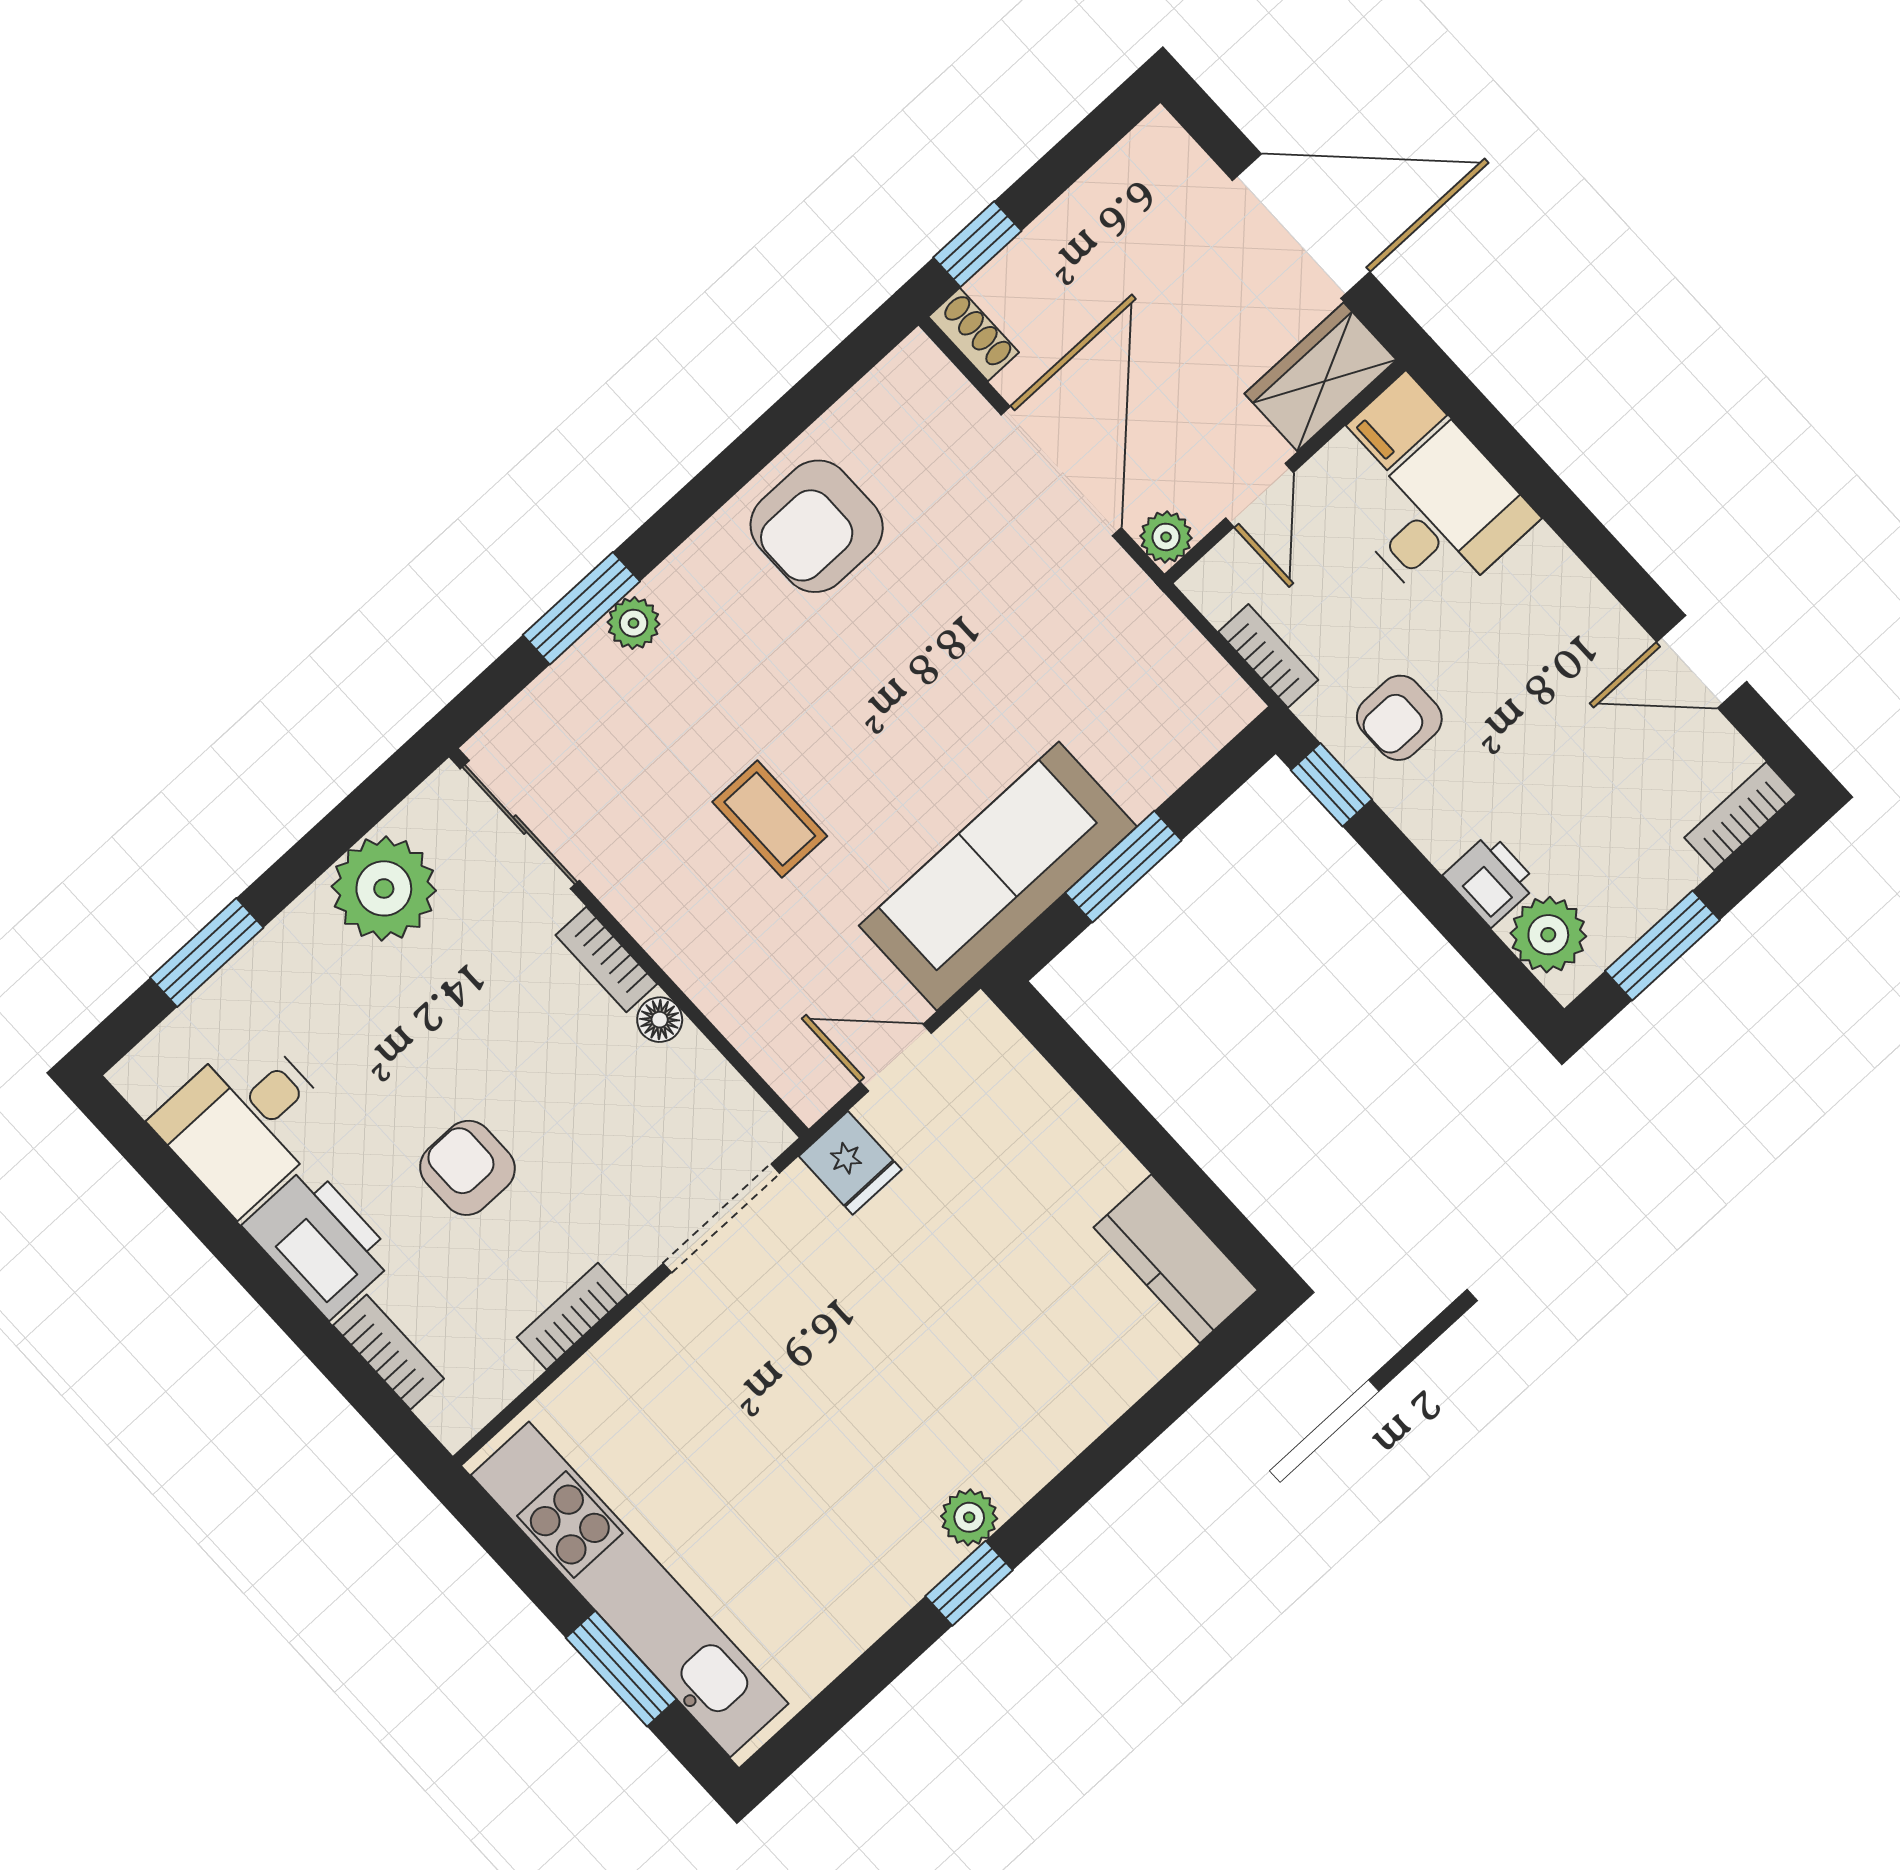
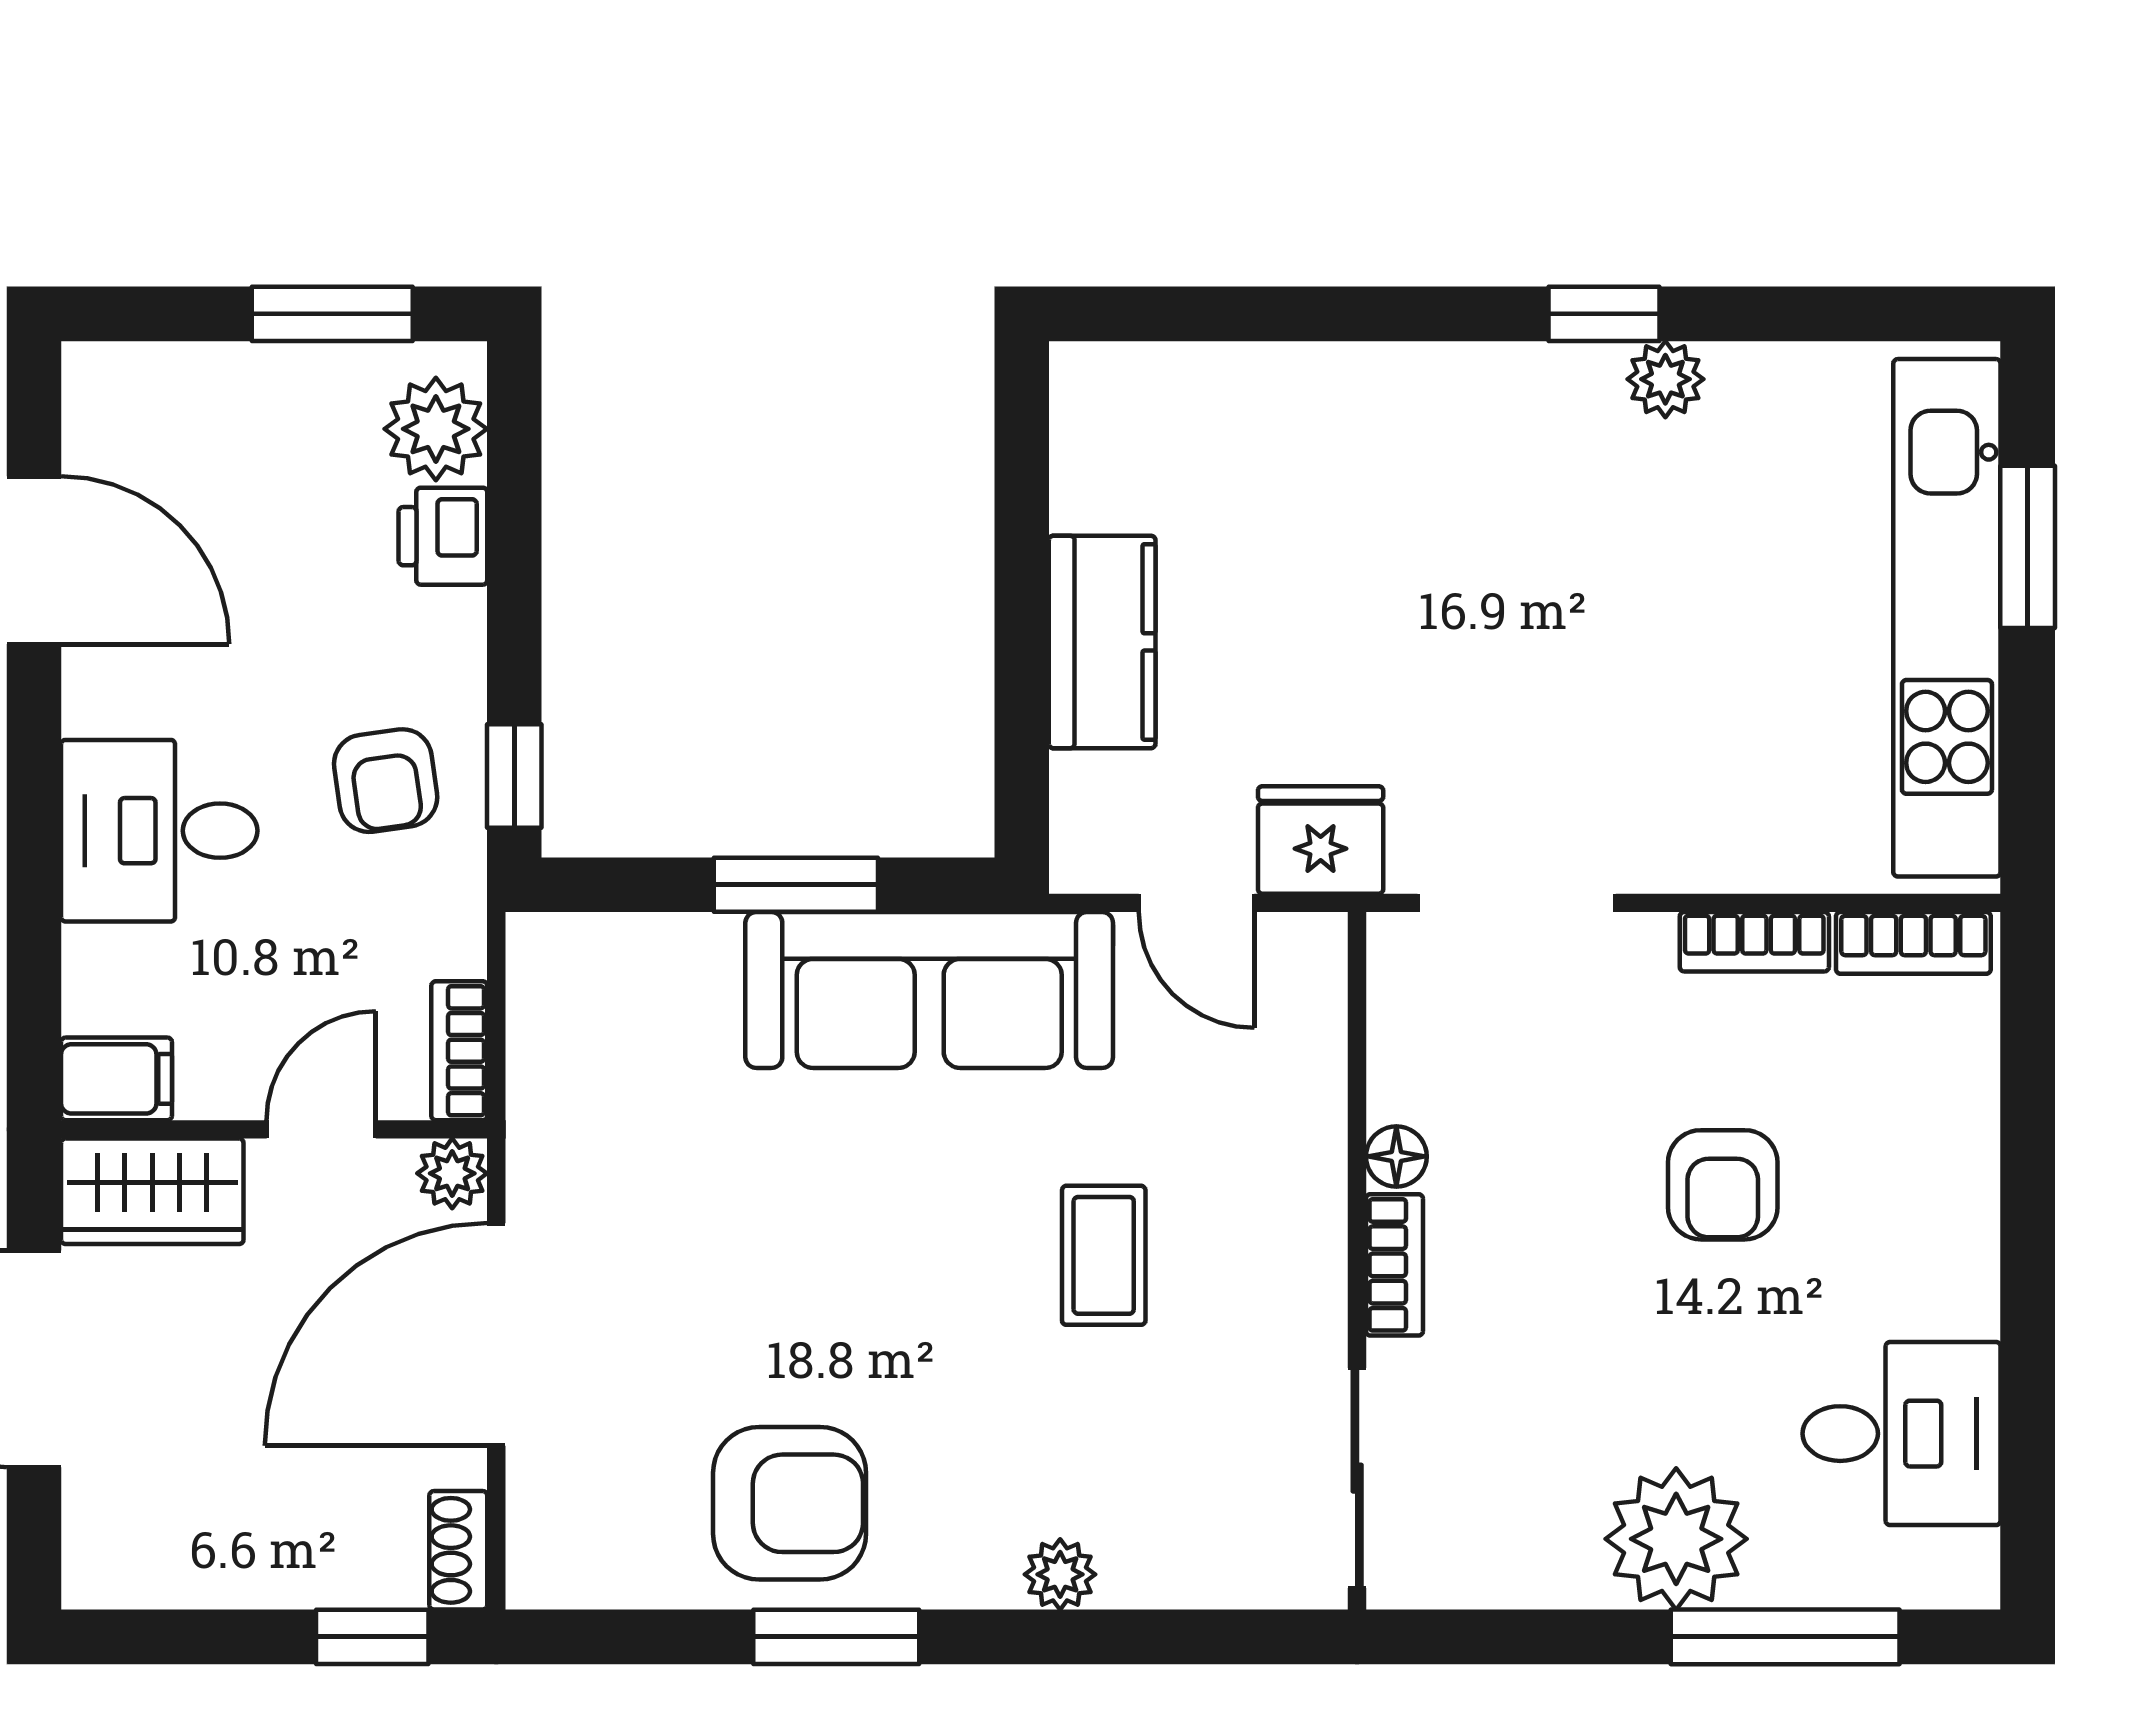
desk: (1443, 518) -> (159, 831), moved
window: (581, 608) -> (836, 1637), moved
bookcase: (1268, 656) -> (459, 1051), moved
door: (1702, 662) -> (34, 560), width x1.38
armchair: (1399, 718) -> (386, 781), turned 82
bookcase: (1740, 816) -> (137, 371), removed
plant: (384, 888) -> (1676, 1539), moved
window: (207, 953) -> (1785, 1637), width x1.44
fridge: (850, 1163) -> (1321, 840), width x1.38
printer: (320, 1242) -> (1937, 1247), removed
kitchen counter: (1176, 1259) -> (1102, 642), moved
bookcase: (389, 1352) -> (1913, 943), moved, turned -90
plant: (969, 1517) -> (1665, 379), moved

